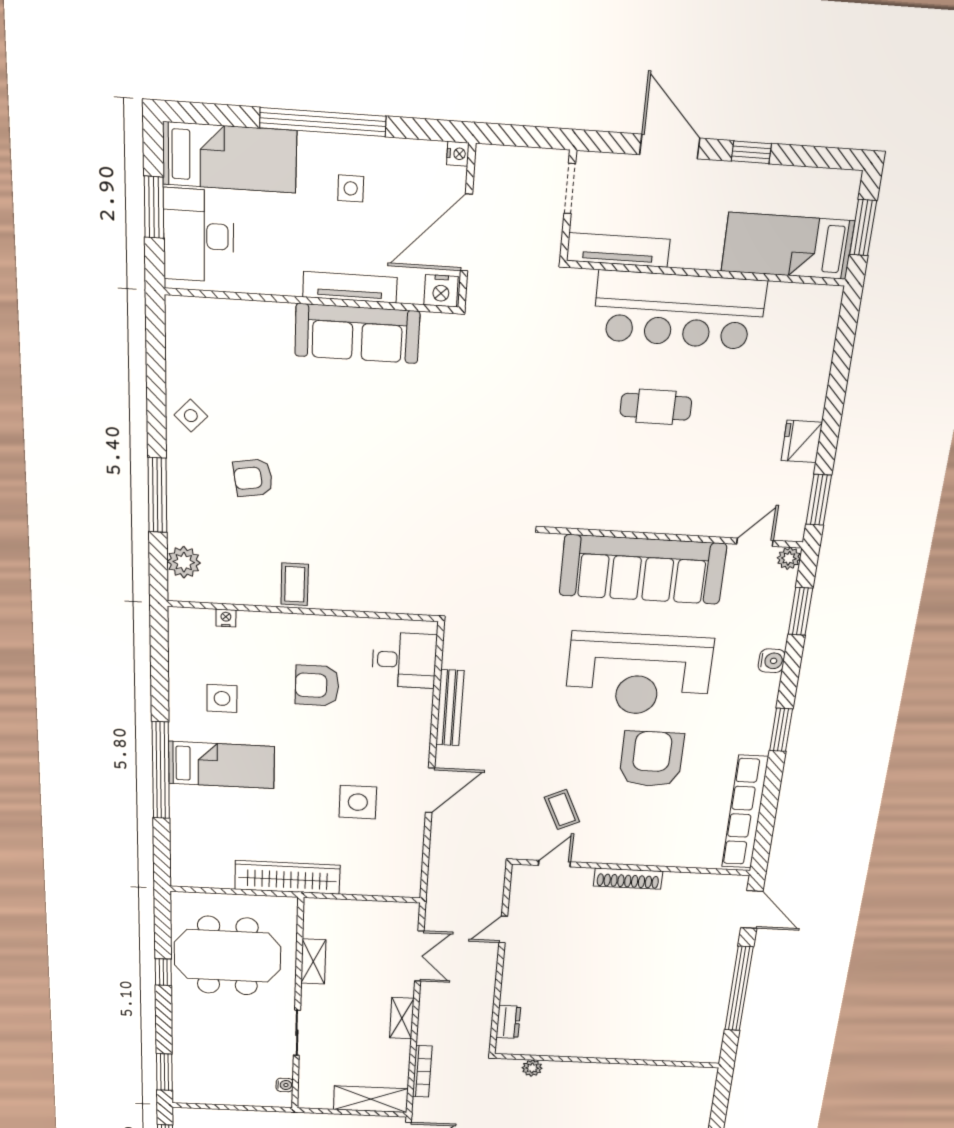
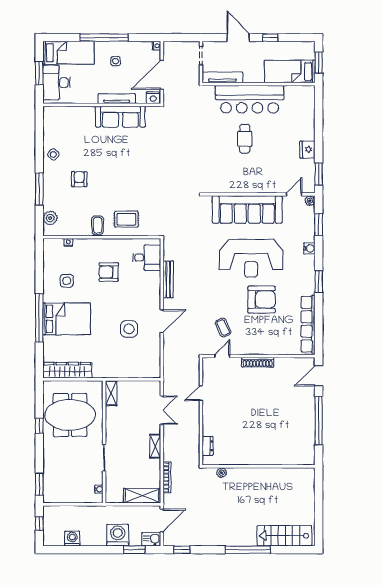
cafe table: (656, 407) -> (245, 139), turned 90
armchair: (253, 478) -> (79, 179), turned 99
rug: (362, 575) -> (126, 219), added
armchair: (651, 759) -> (261, 300), turned 90
bed: (222, 765) -> (67, 319), width x1.50
wardrobe: (287, 877) -> (67, 370), moved
door: (752, 909) -> (319, 376), swing flipped
shelving: (313, 961) -> (111, 393), moved

